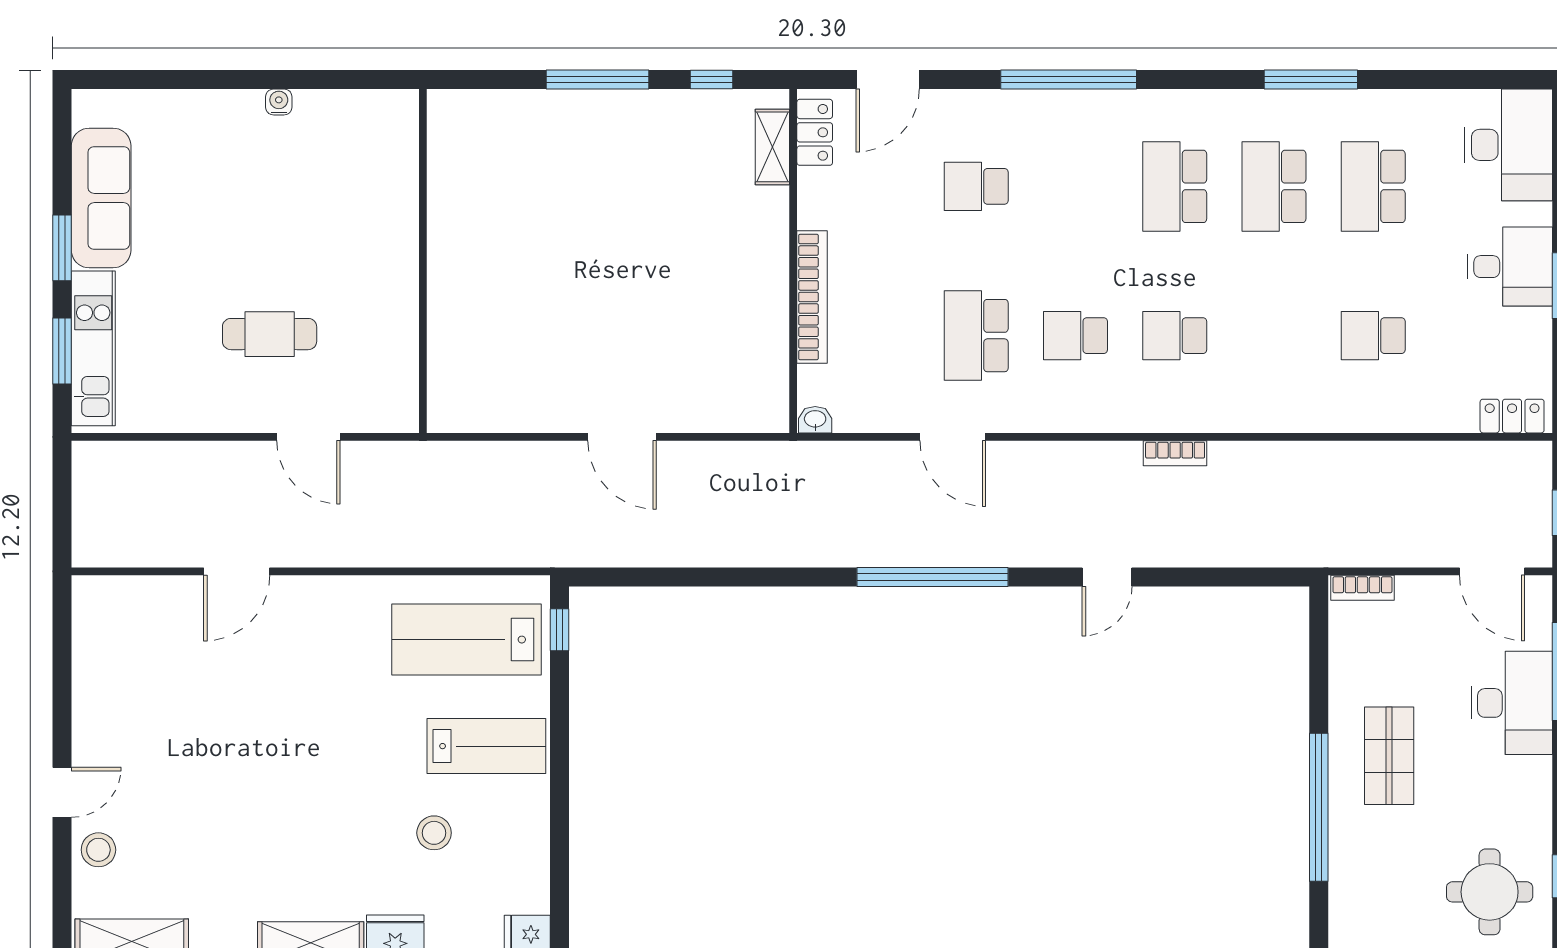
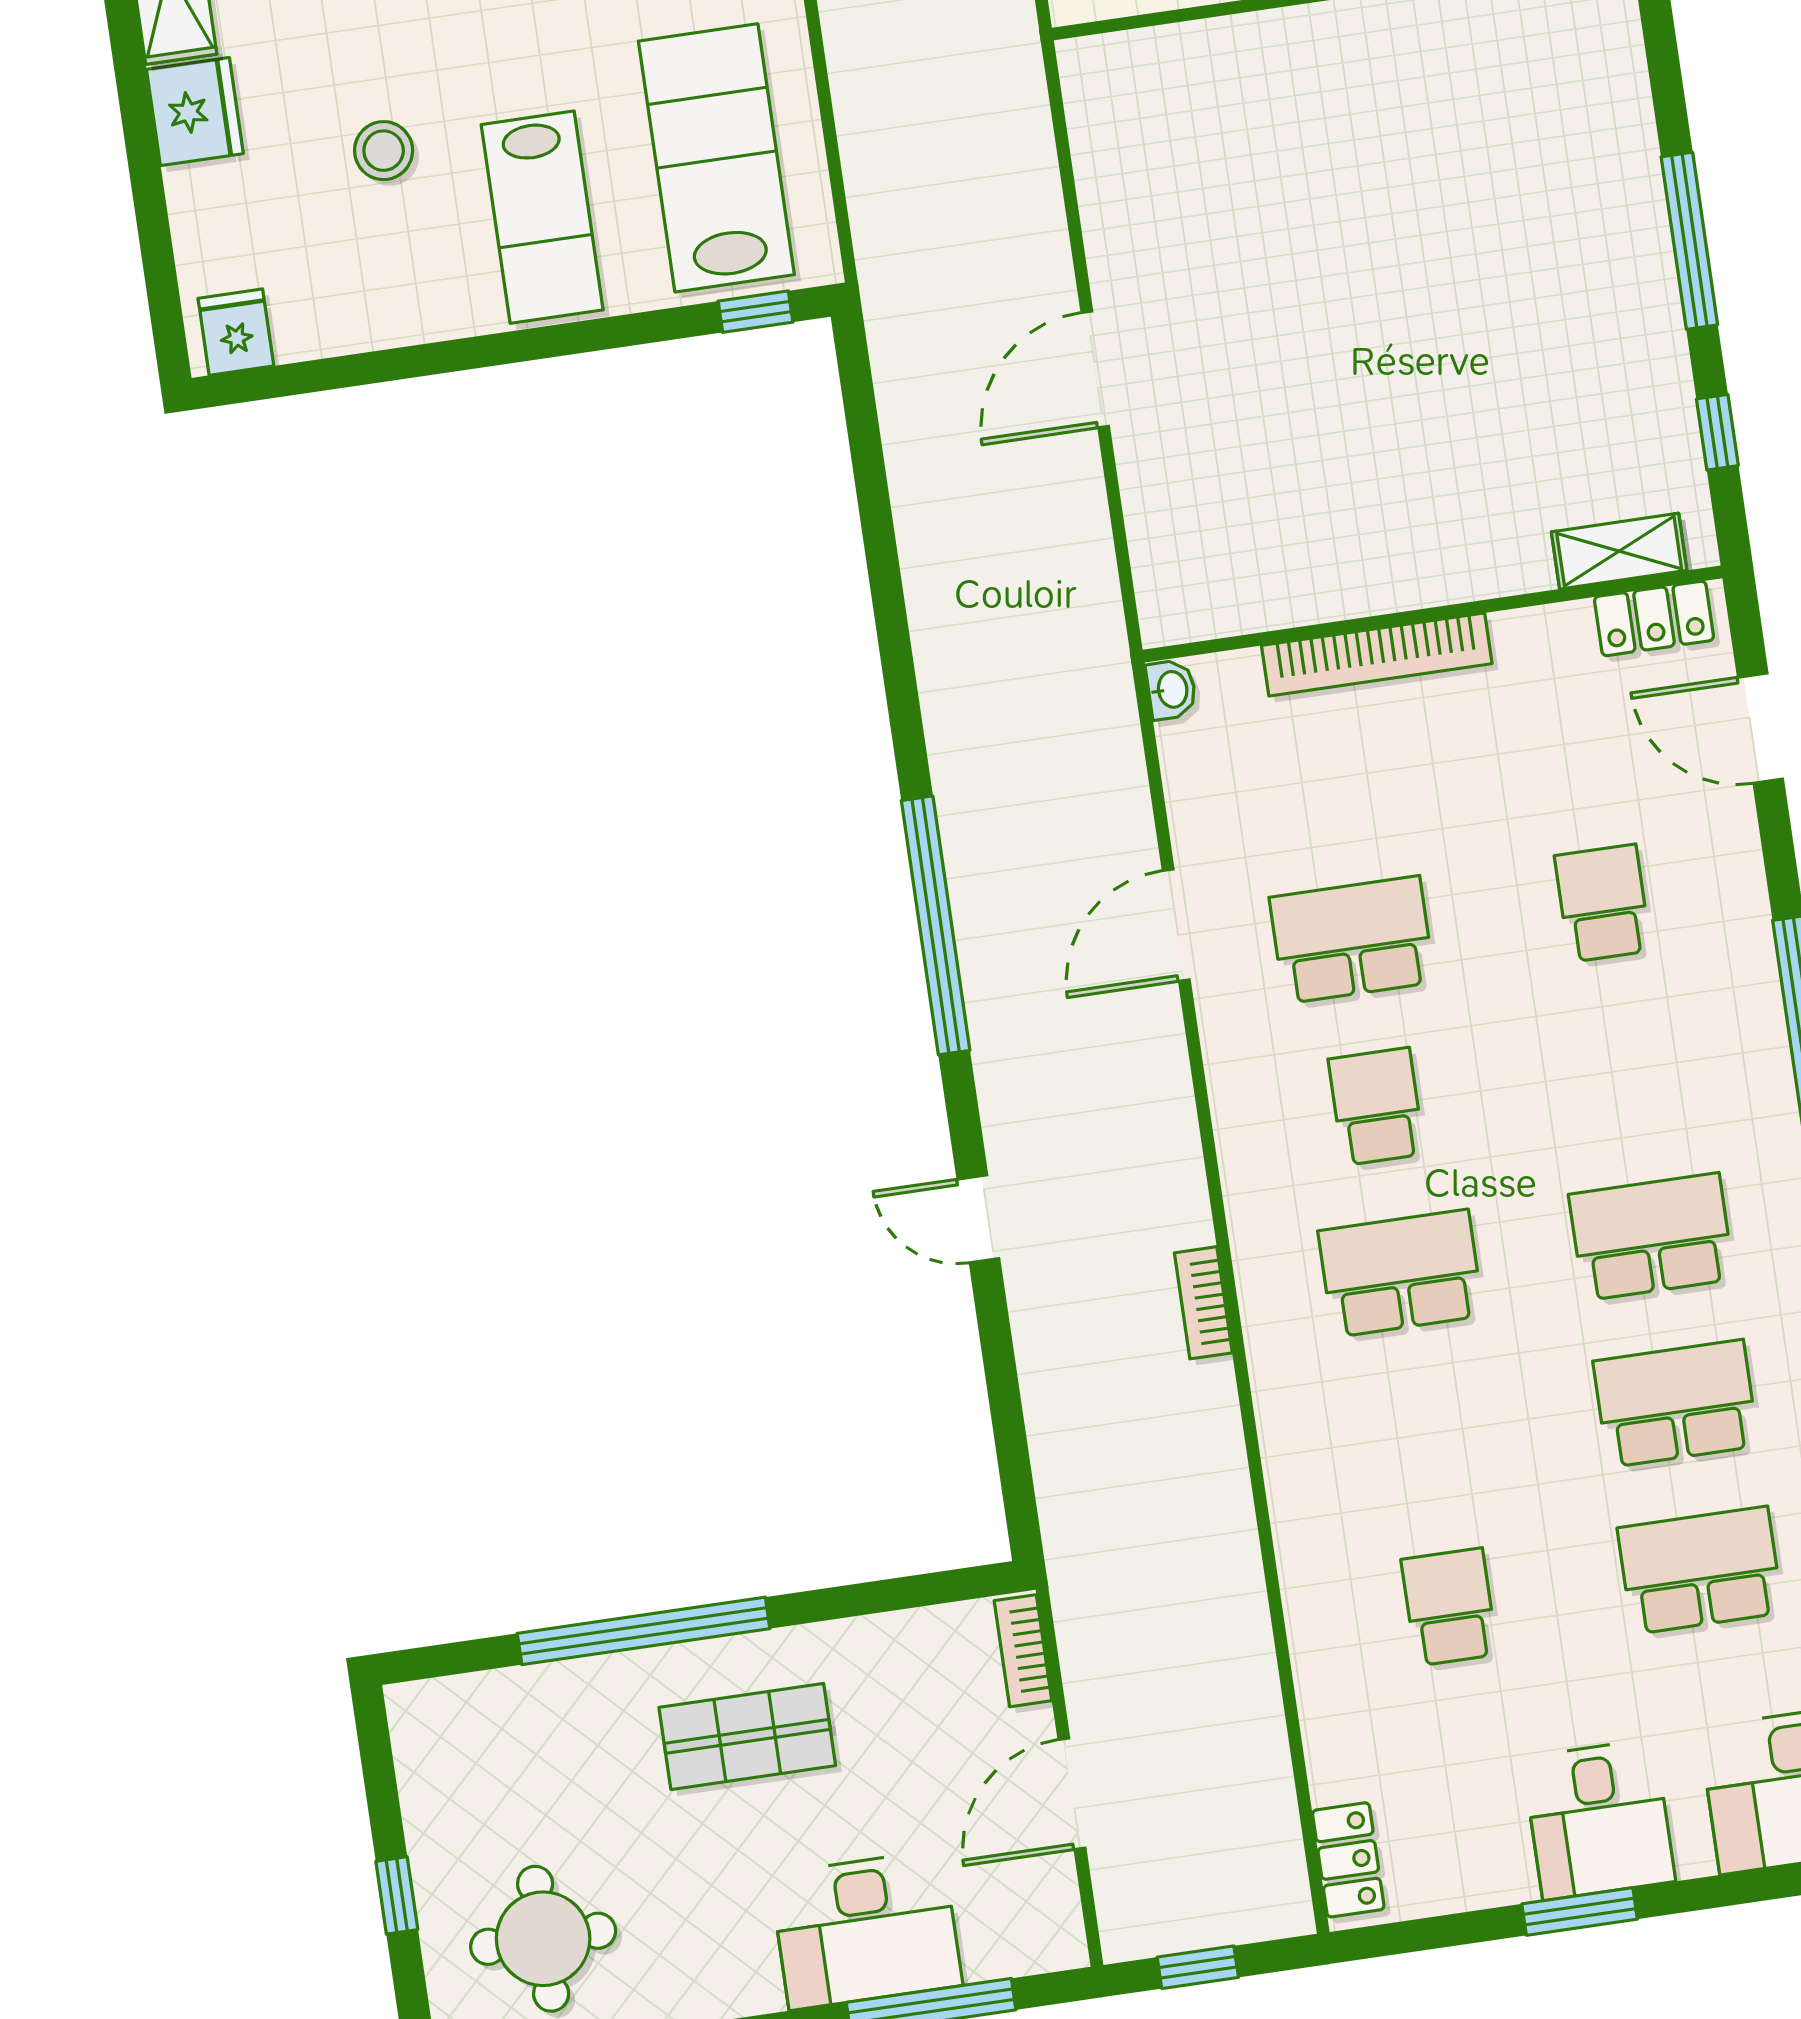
school desk: (1175, 336) -> (1401, 1273), width x1.85
door: (1492, 571) -> (1072, 1794), moved

